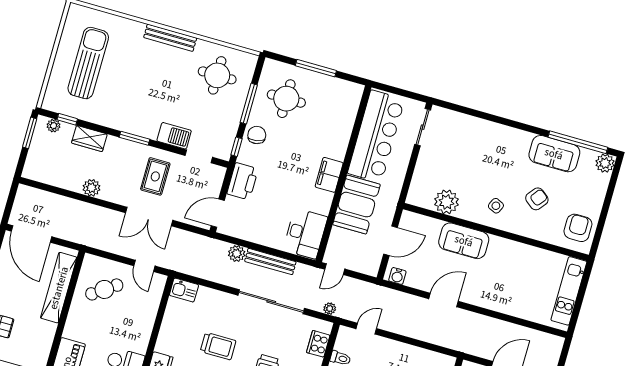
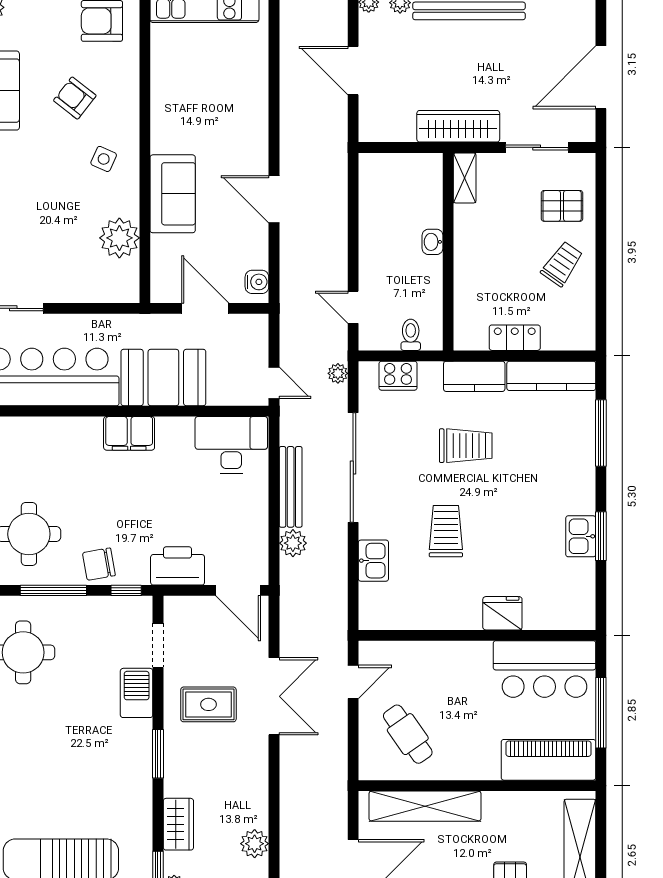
plant: (91, 188) -> (255, 844), moved
kitchen sink: (184, 290) -> (373, 561), moved

